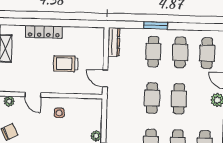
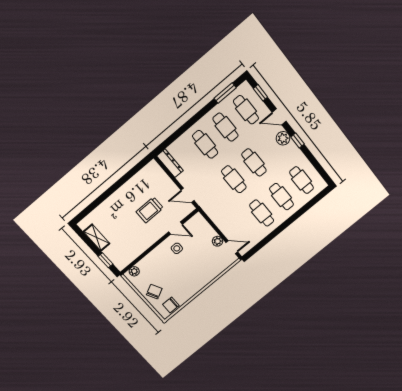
window: (156, 26) -> (225, 93), moved
locker: (44, 32) -> (113, 201), removed
door: (33, 95) -> (176, 228), moved

